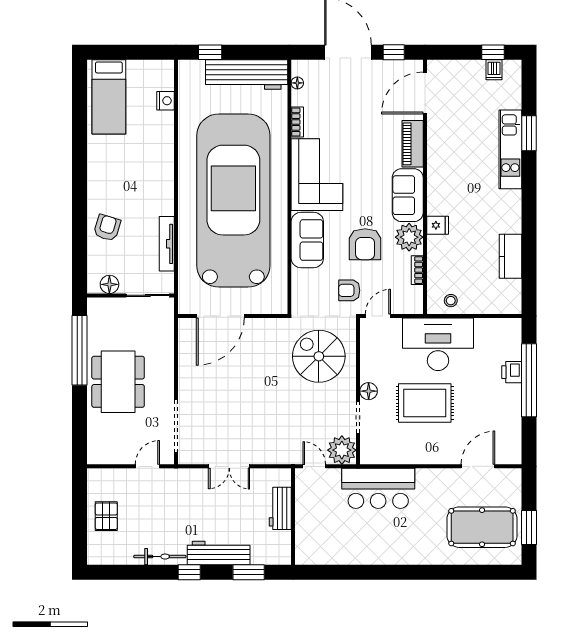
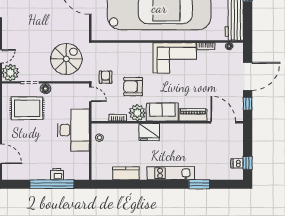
kitchen unit: (510, 149) -> (171, 173), moved
fridge: (438, 225) -> (149, 132), width x1.88, depth x1.34
sofa: (307, 240) -> (136, 52), removed
rug: (425, 403) -> (27, 108), moved, turned 90

